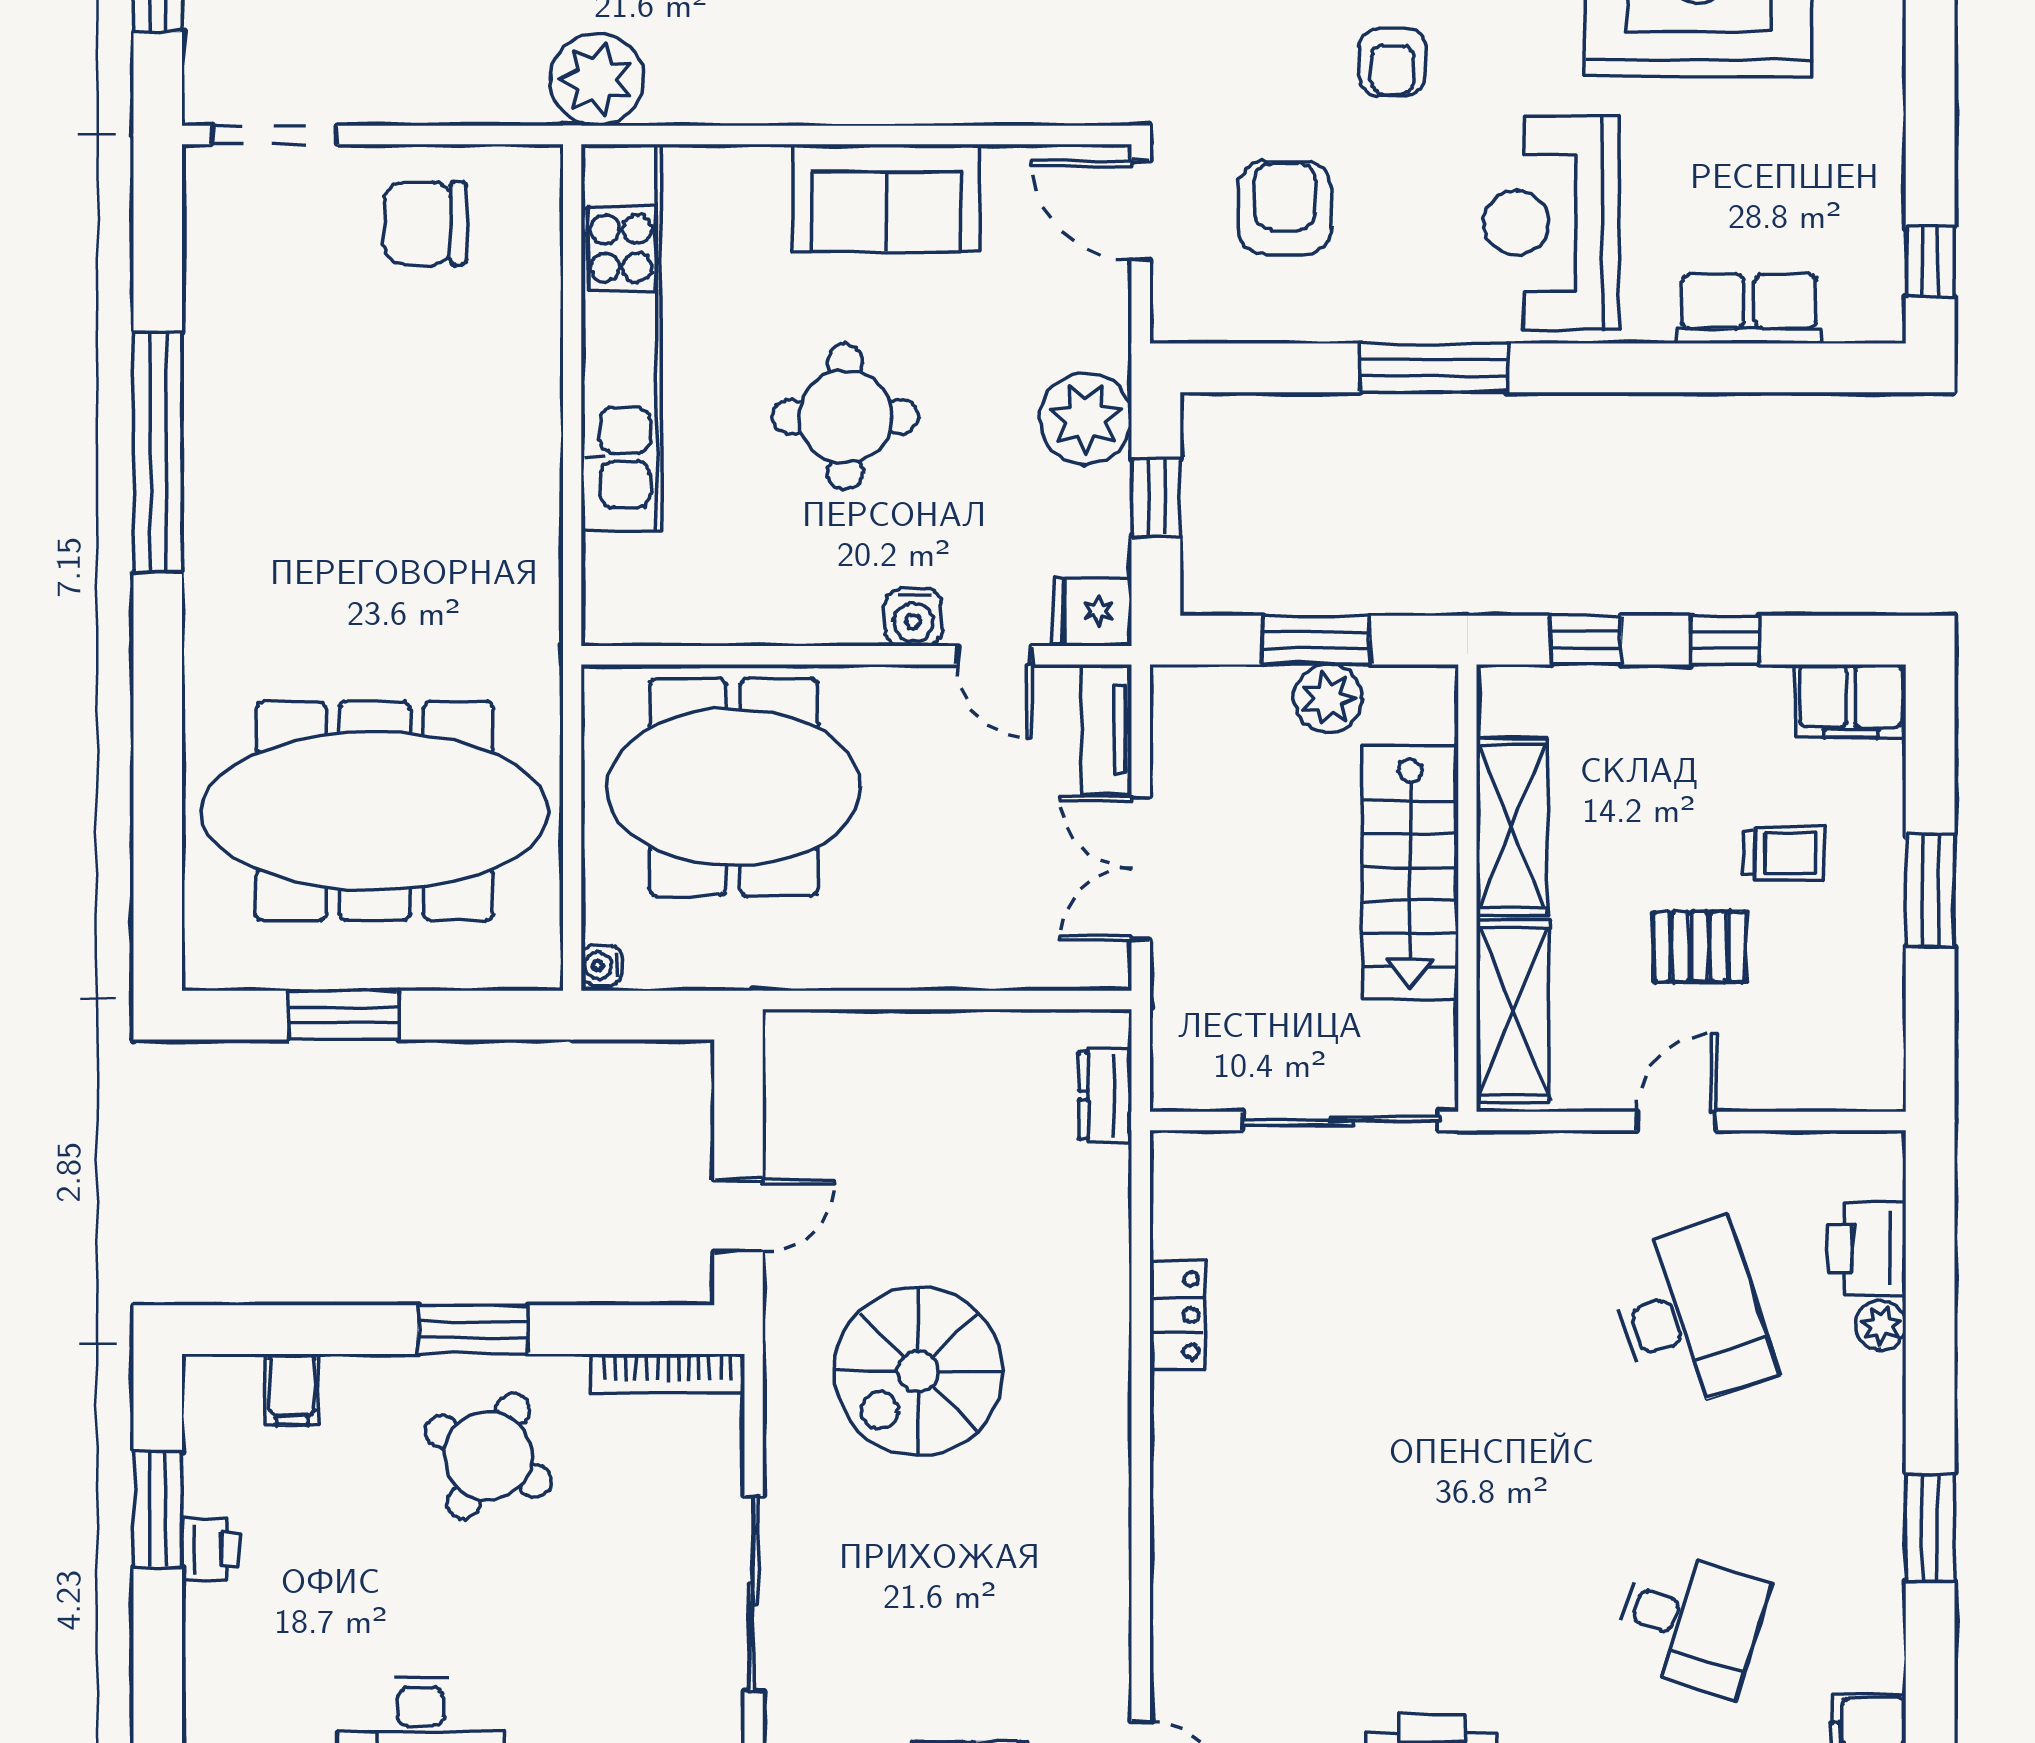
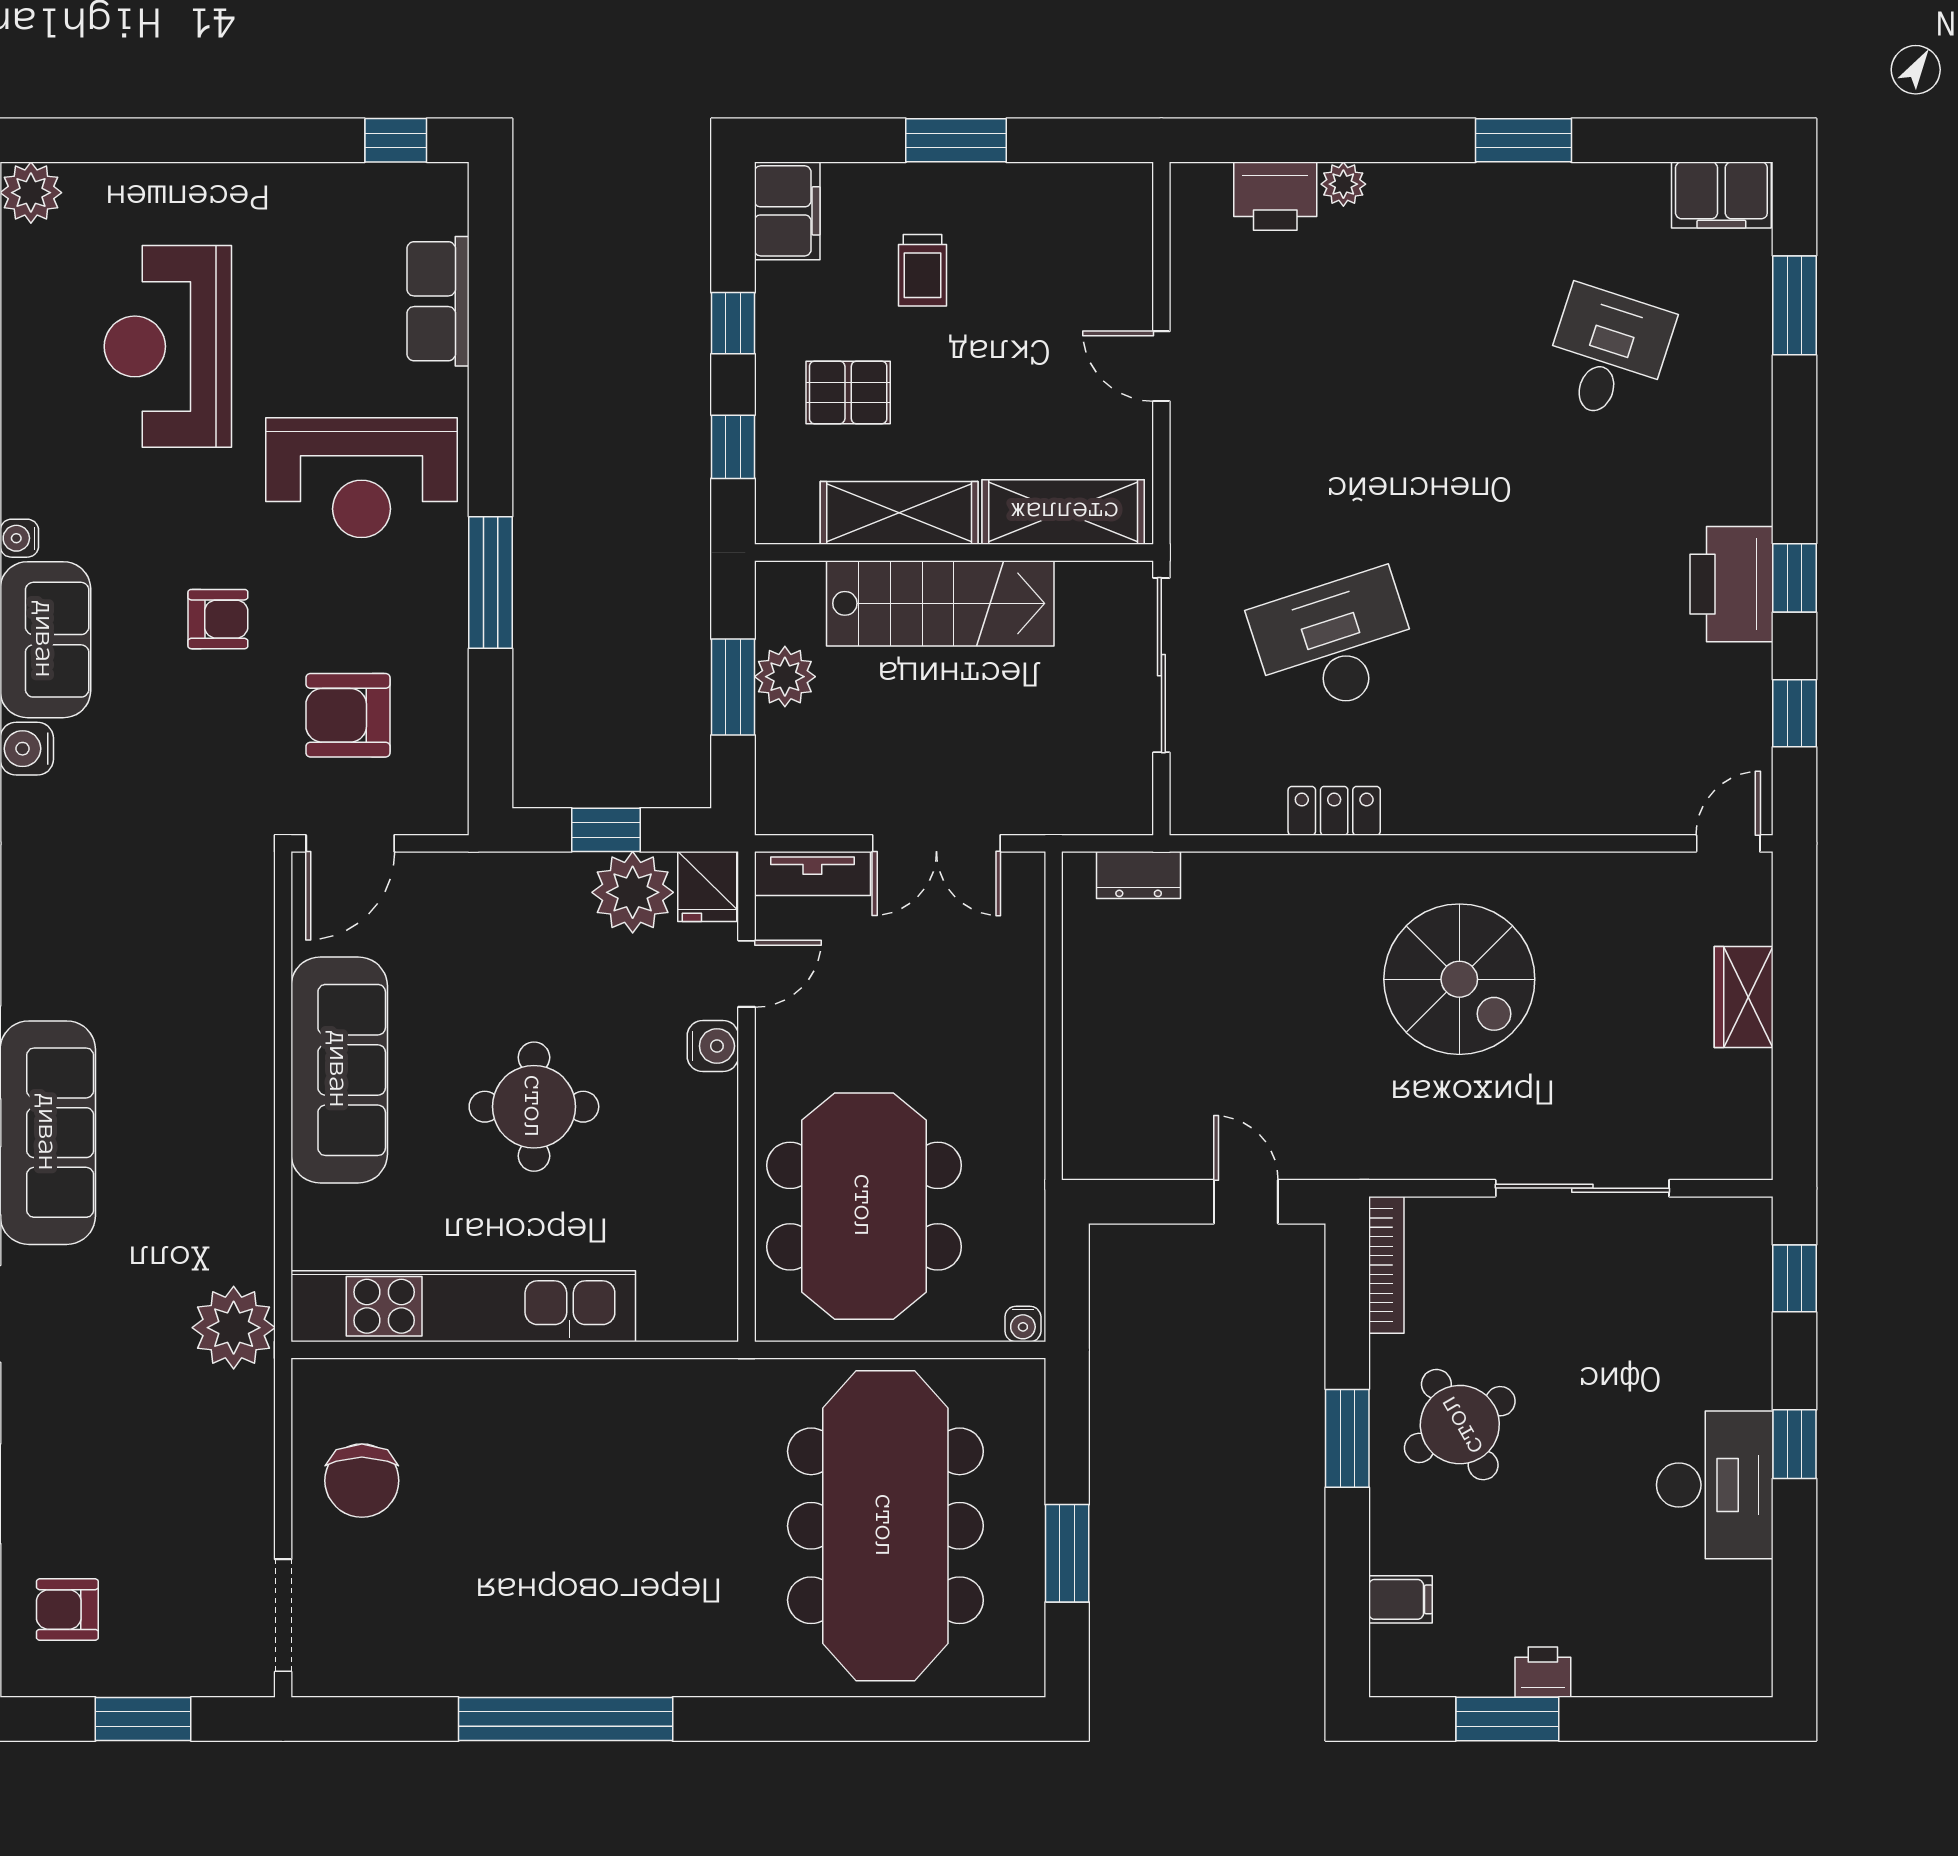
sofa: (886, 198) -> (339, 1070), width x1.36
plant: (1086, 418) -> (633, 892), moved
trolley: (1784, 853) -> (922, 270), turned 180
pallet: (1699, 947) -> (848, 392), moved, turned 90
desk: (1690, 1315) -> (1335, 643), moved
spiral stairs: (918, 1371) -> (1459, 979), moved
round table: (488, 1456) -> (1460, 1425), turned 32

